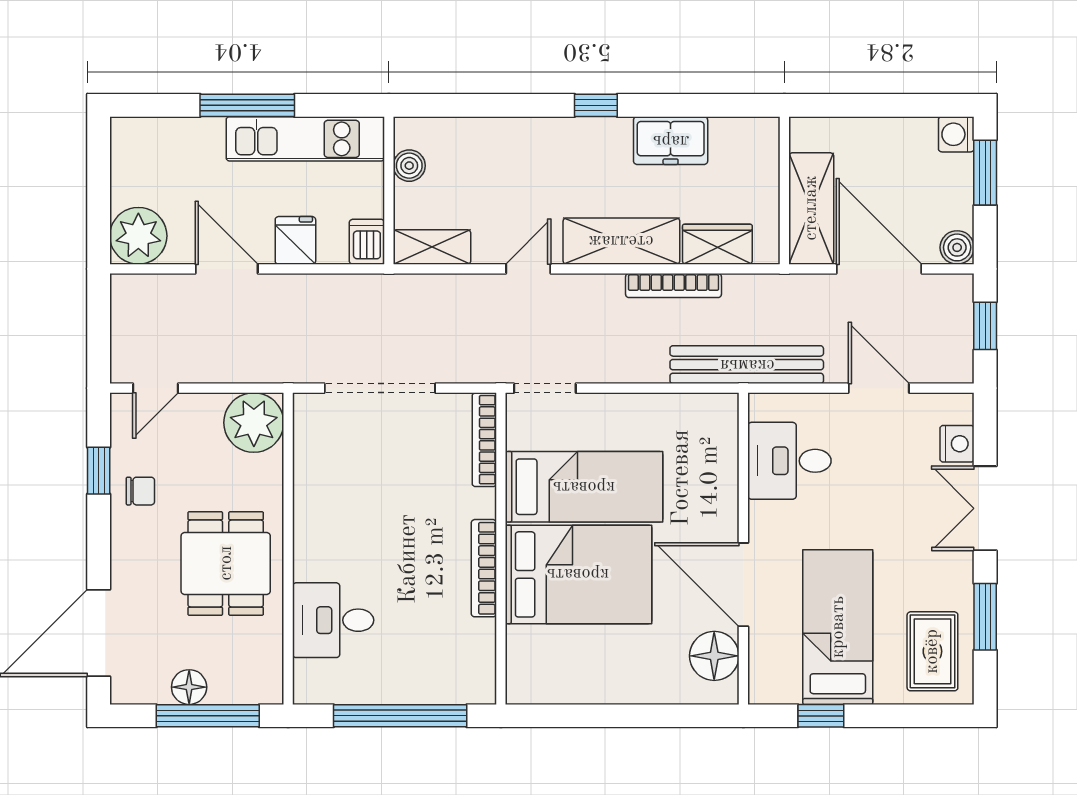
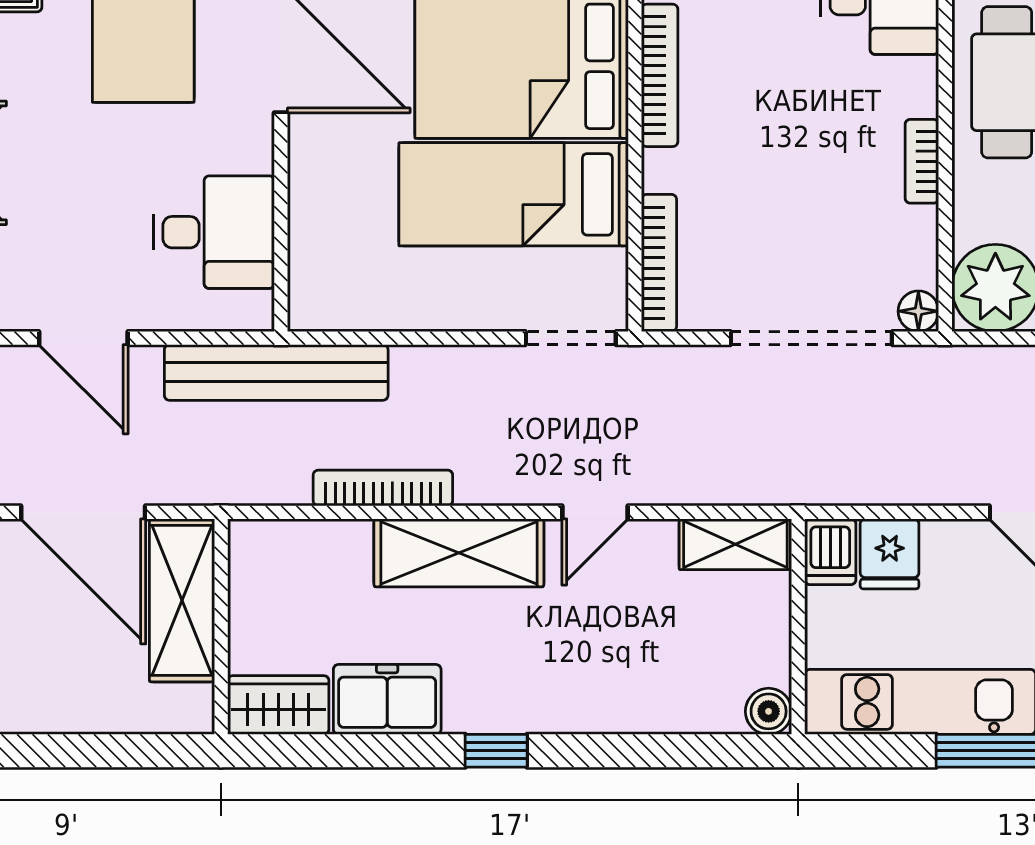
boiler: (409, 166) -> (769, 711), moved
fridge: (295, 240) -> (890, 554), moved
wardrobe: (717, 244) -> (278, 705), moved, turned 180
floor lamp: (307, 407) -> (918, 311), added
bookcase: (304, 509) -> (922, 161), added

